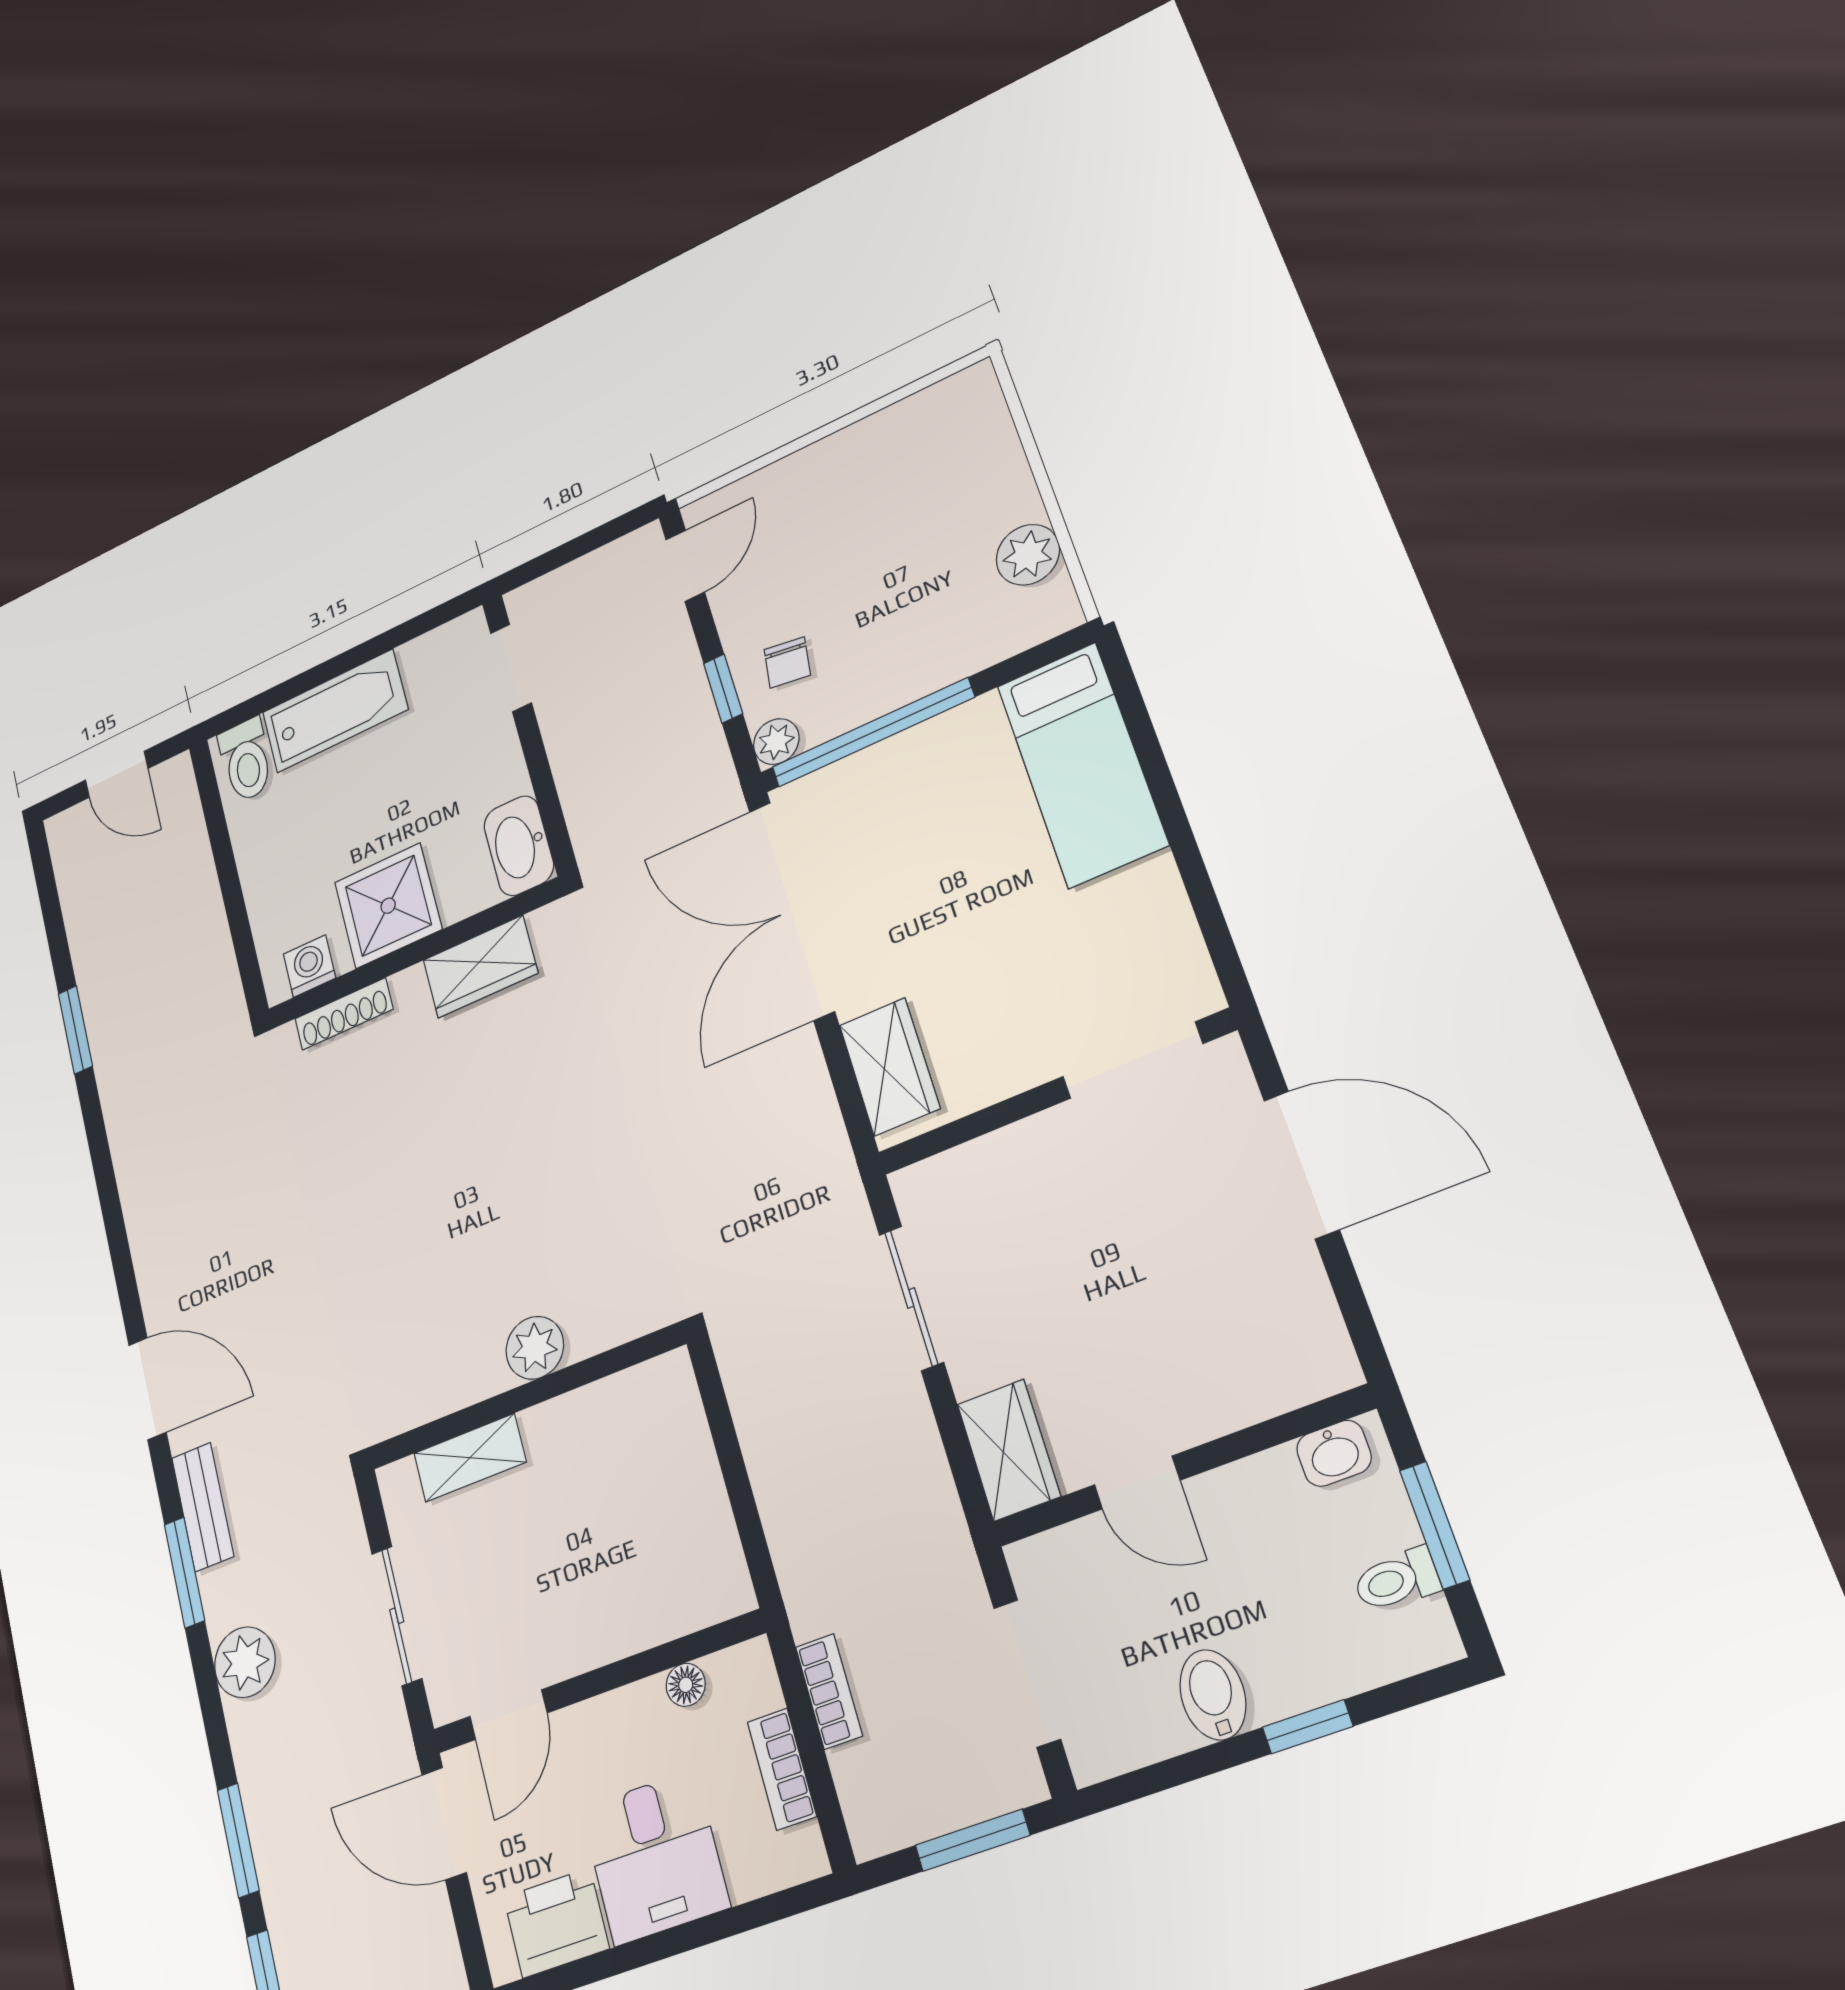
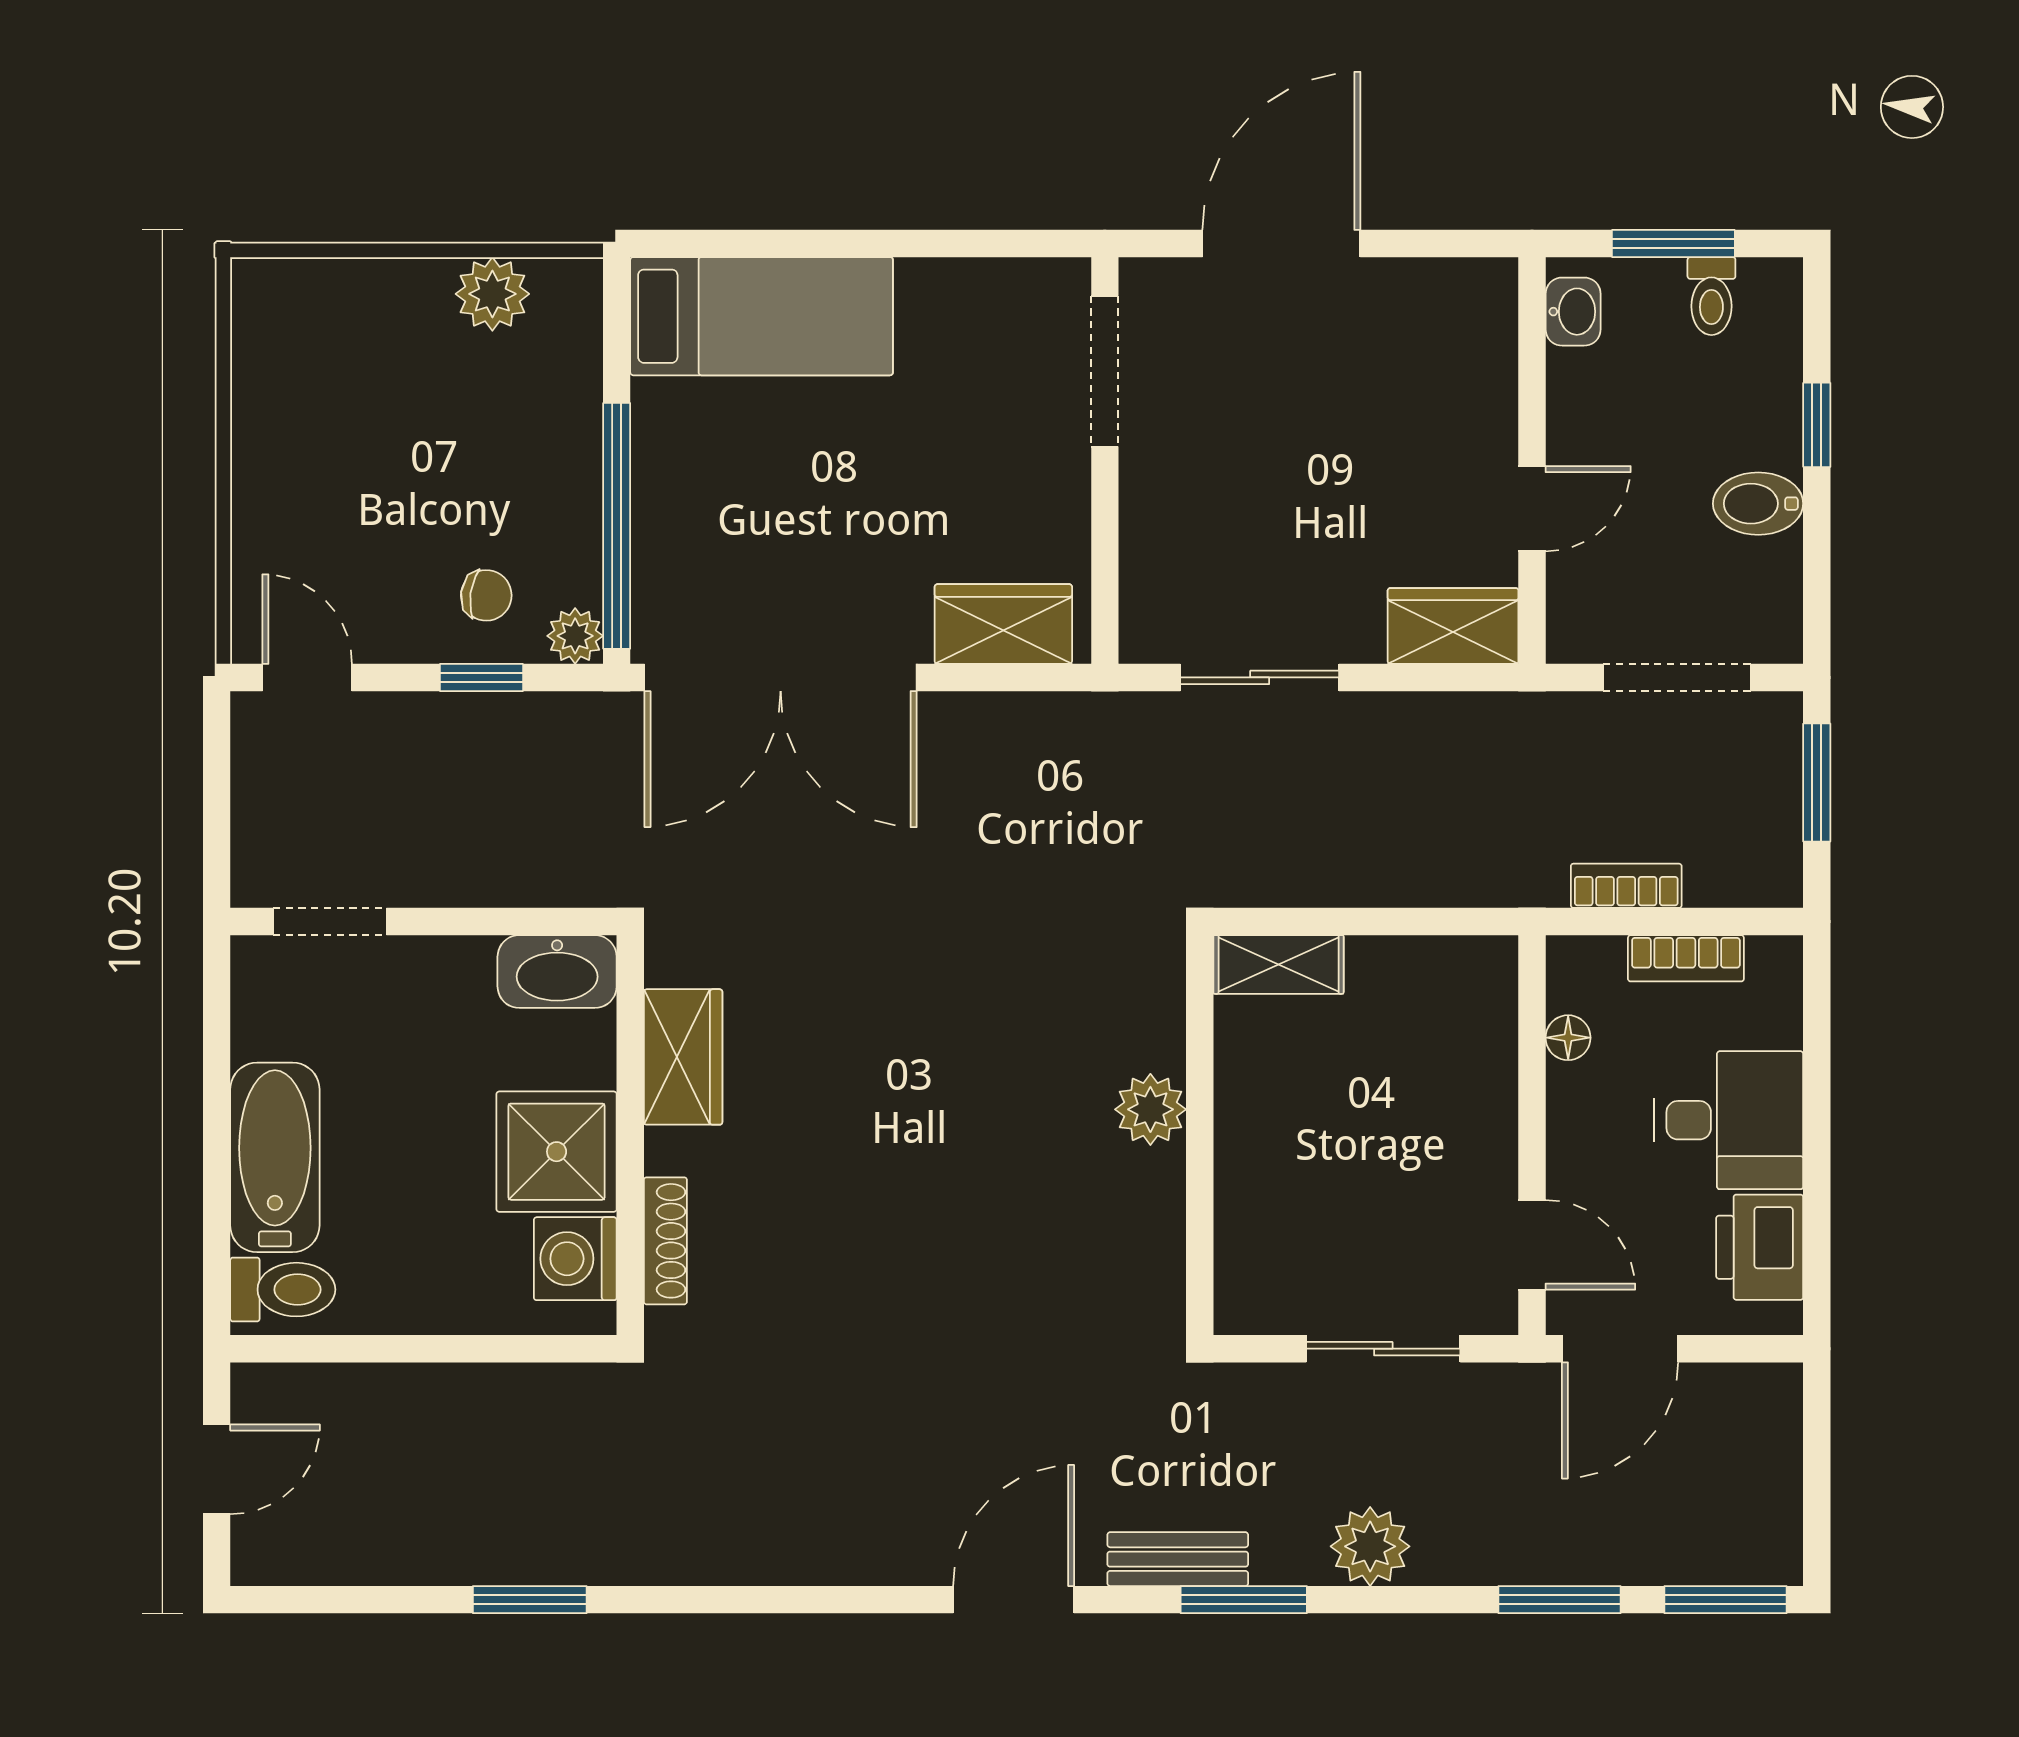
washing machine: (309, 966) -> (575, 1259), width x1.38, depth x1.38
shelving: (470, 1458) -> (1279, 964), moved, turned 90

